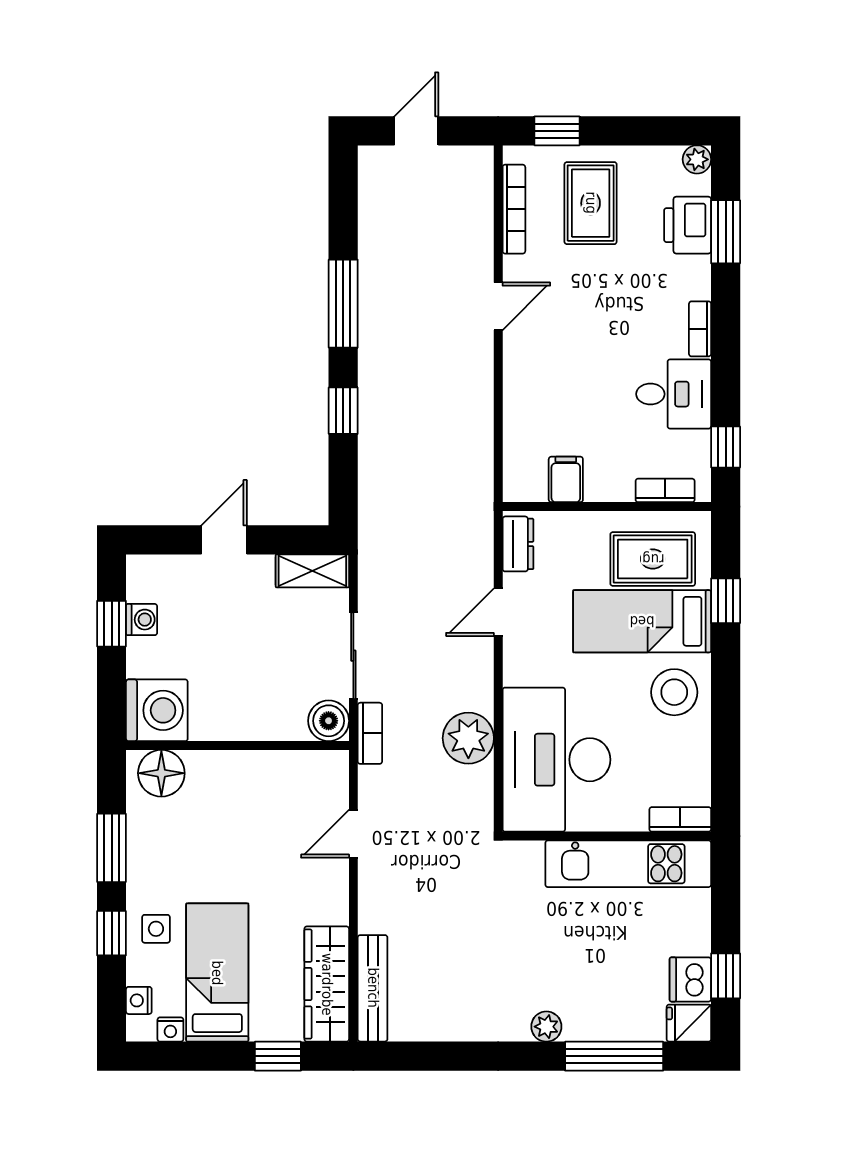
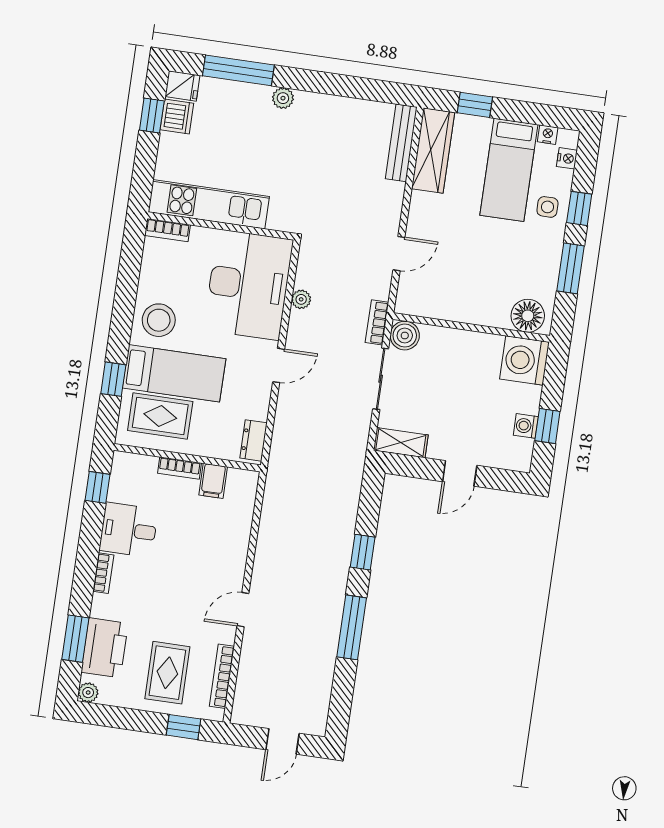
printer: (688, 225) -> (105, 648), width x1.37, depth x1.19
bookcase: (665, 490) -> (179, 468), moved
door: (498, 612) -> (279, 365), moved
plant: (468, 738) -> (301, 299), width x0.53, depth x0.53

